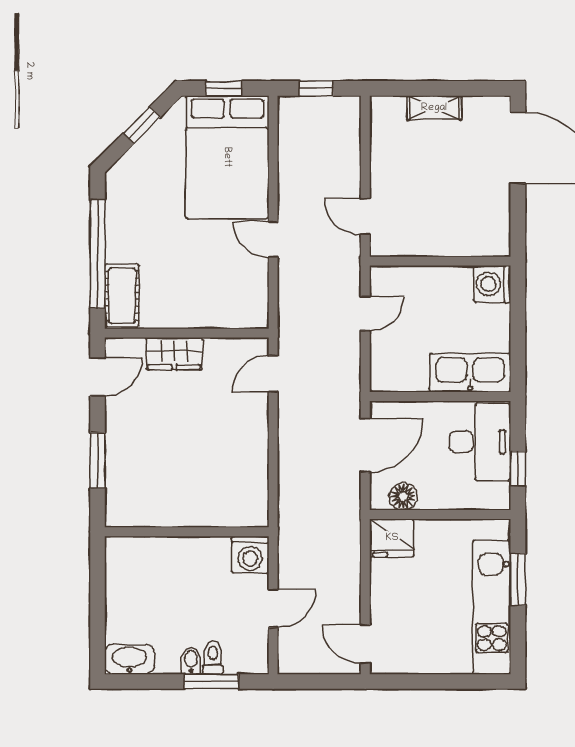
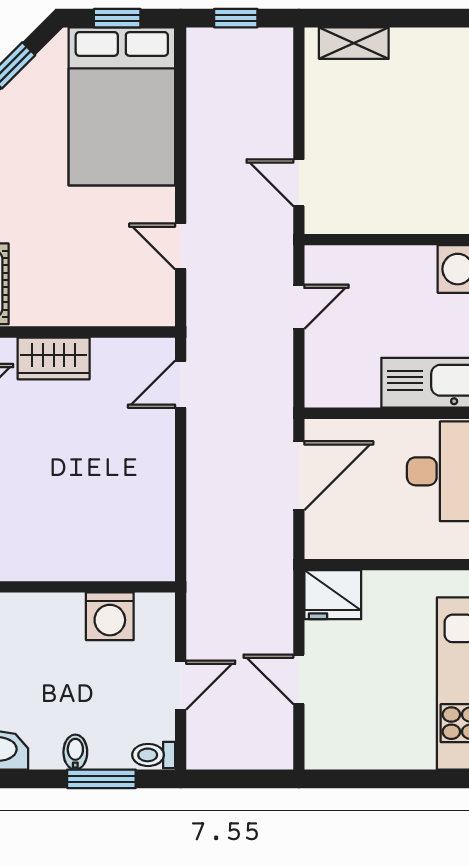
shelving: (434, 108) -> (354, 43), moved
door: (273, 240) -> (181, 246), moved
floor lamp: (403, 496) -> (347, 541), removed
washing machine: (250, 555) -> (110, 616), moved
door: (365, 644) -> (299, 679), moved
toilet: (213, 658) -> (154, 755), moved, turned -90

